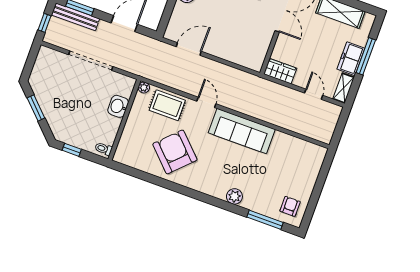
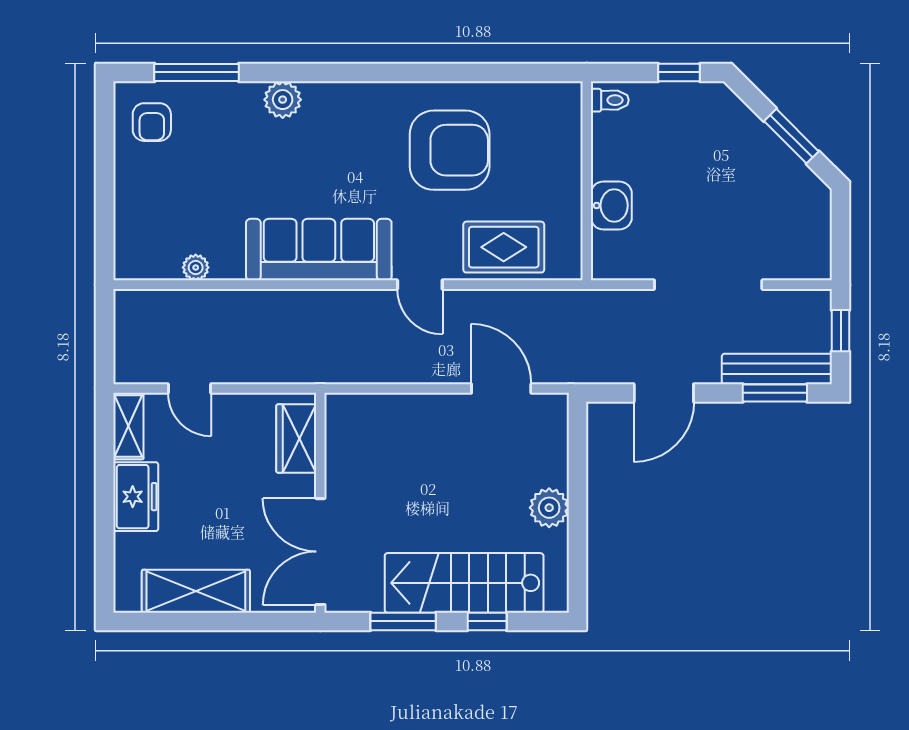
door: (189, 49) -> (501, 388), swing flipped
window: (366, 56) -> (105, 514), removed
wardrobe: (280, 71) -> (296, 439), moved, turned 90
plant: (144, 88) -> (196, 267), moved
armchair: (175, 152) -> (450, 150), turned -45

